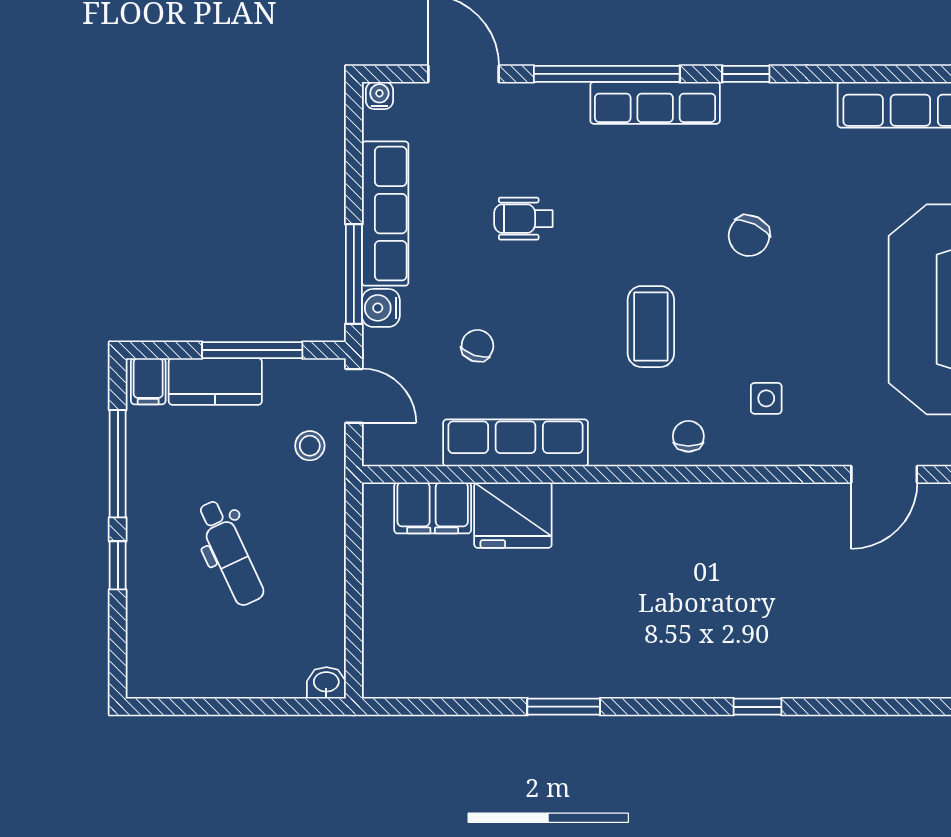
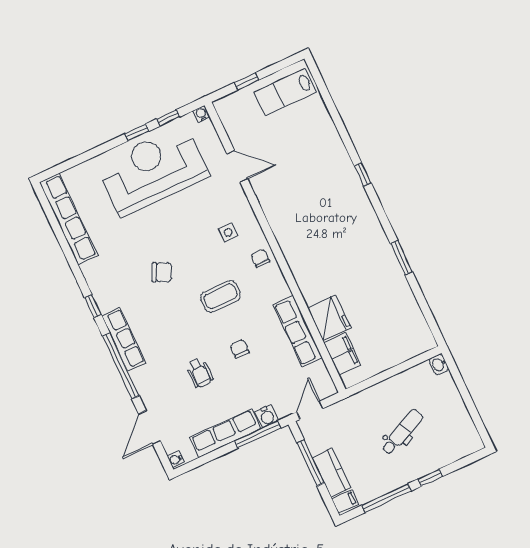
chair: (477, 346) -> (240, 349), moved, turned 71
chair: (688, 436) -> (260, 258), turned 90
stool: (310, 446) -> (340, 419), removed

